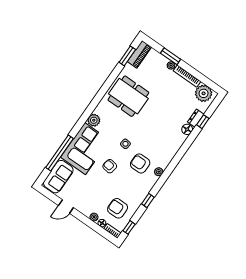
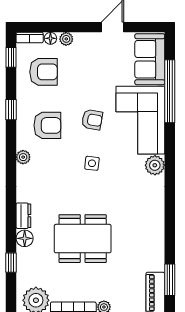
dining table: (128, 96) -> (83, 239), moved
dresser: (196, 118) -> (23, 216), moved
armchair: (140, 164) -> (47, 125), moved

